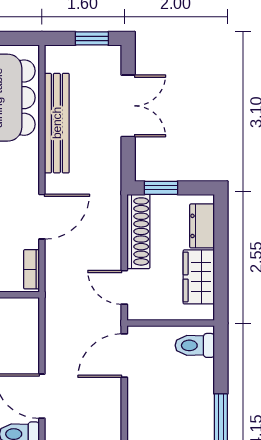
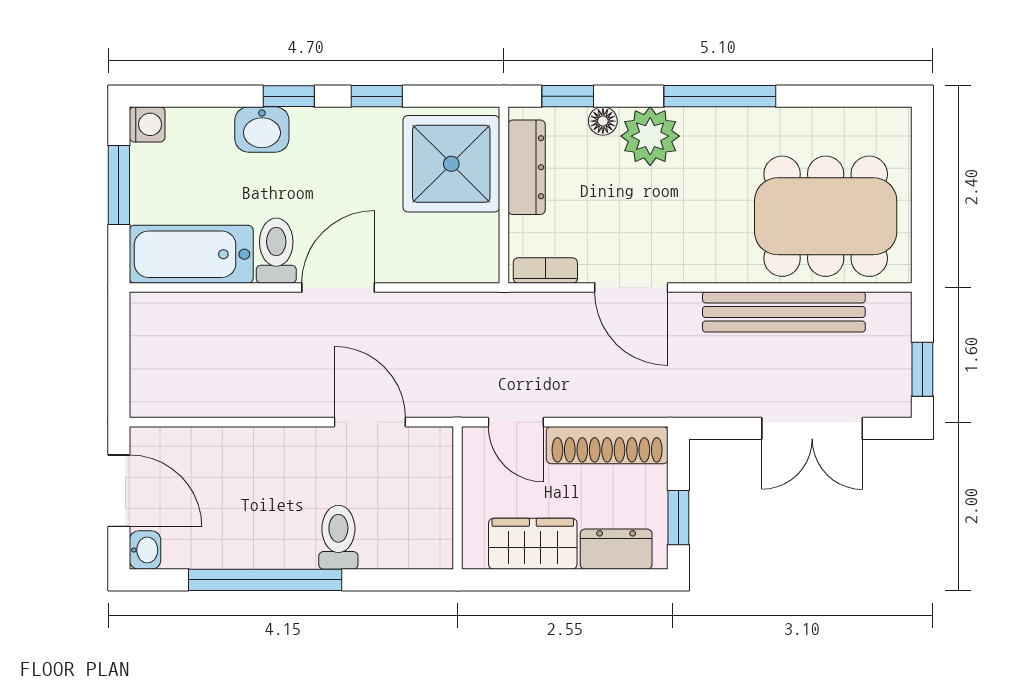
window: (161, 188) -> (678, 518), moved
door: (124, 287) -> (516, 422), swing flipped
toilet: (195, 345) -> (338, 537), moved
door: (124, 356) -> (370, 422), moved

